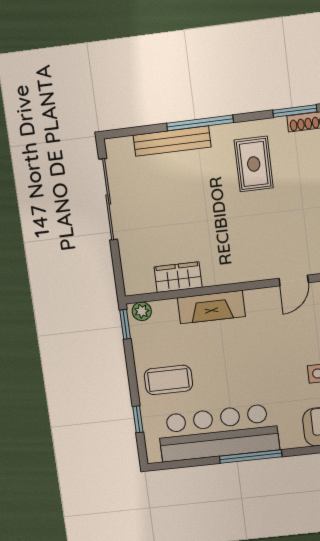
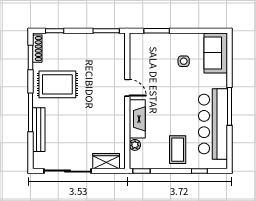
rug: (254, 164) -> (57, 84), width x1.36, depth x1.43
wardrobe: (178, 277) -> (106, 161), moved, turned 90
door: (294, 281) -> (127, 88), moved
plant: (142, 311) -> (135, 145), moved

